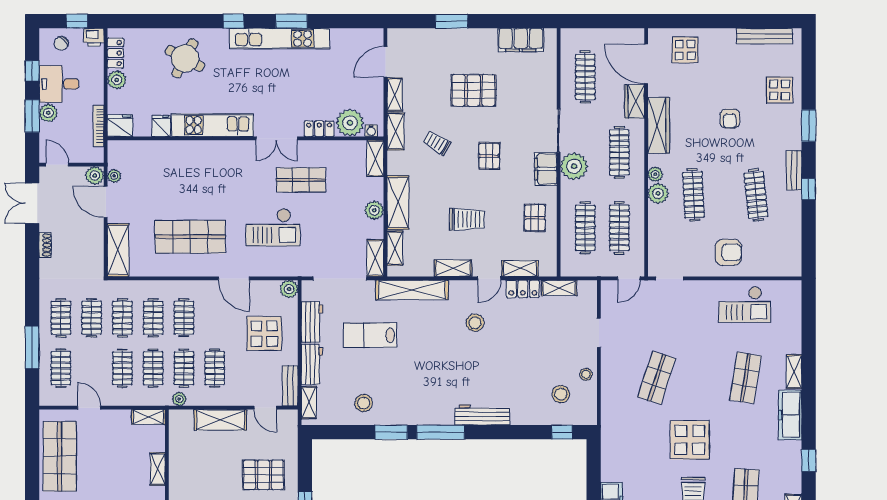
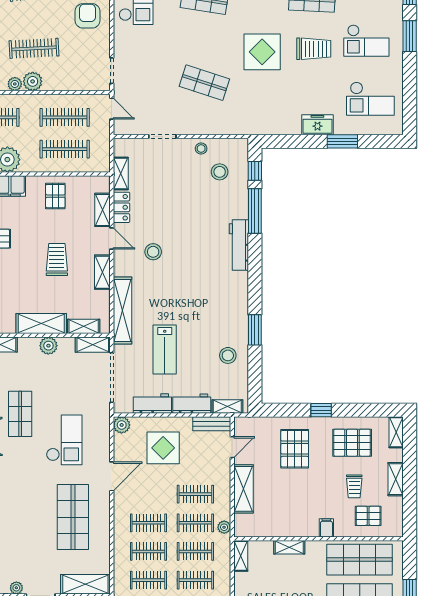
pallet: (535, 218) -> (55, 196), turned 90
window: (441, 432) -> (255, 211), moved

